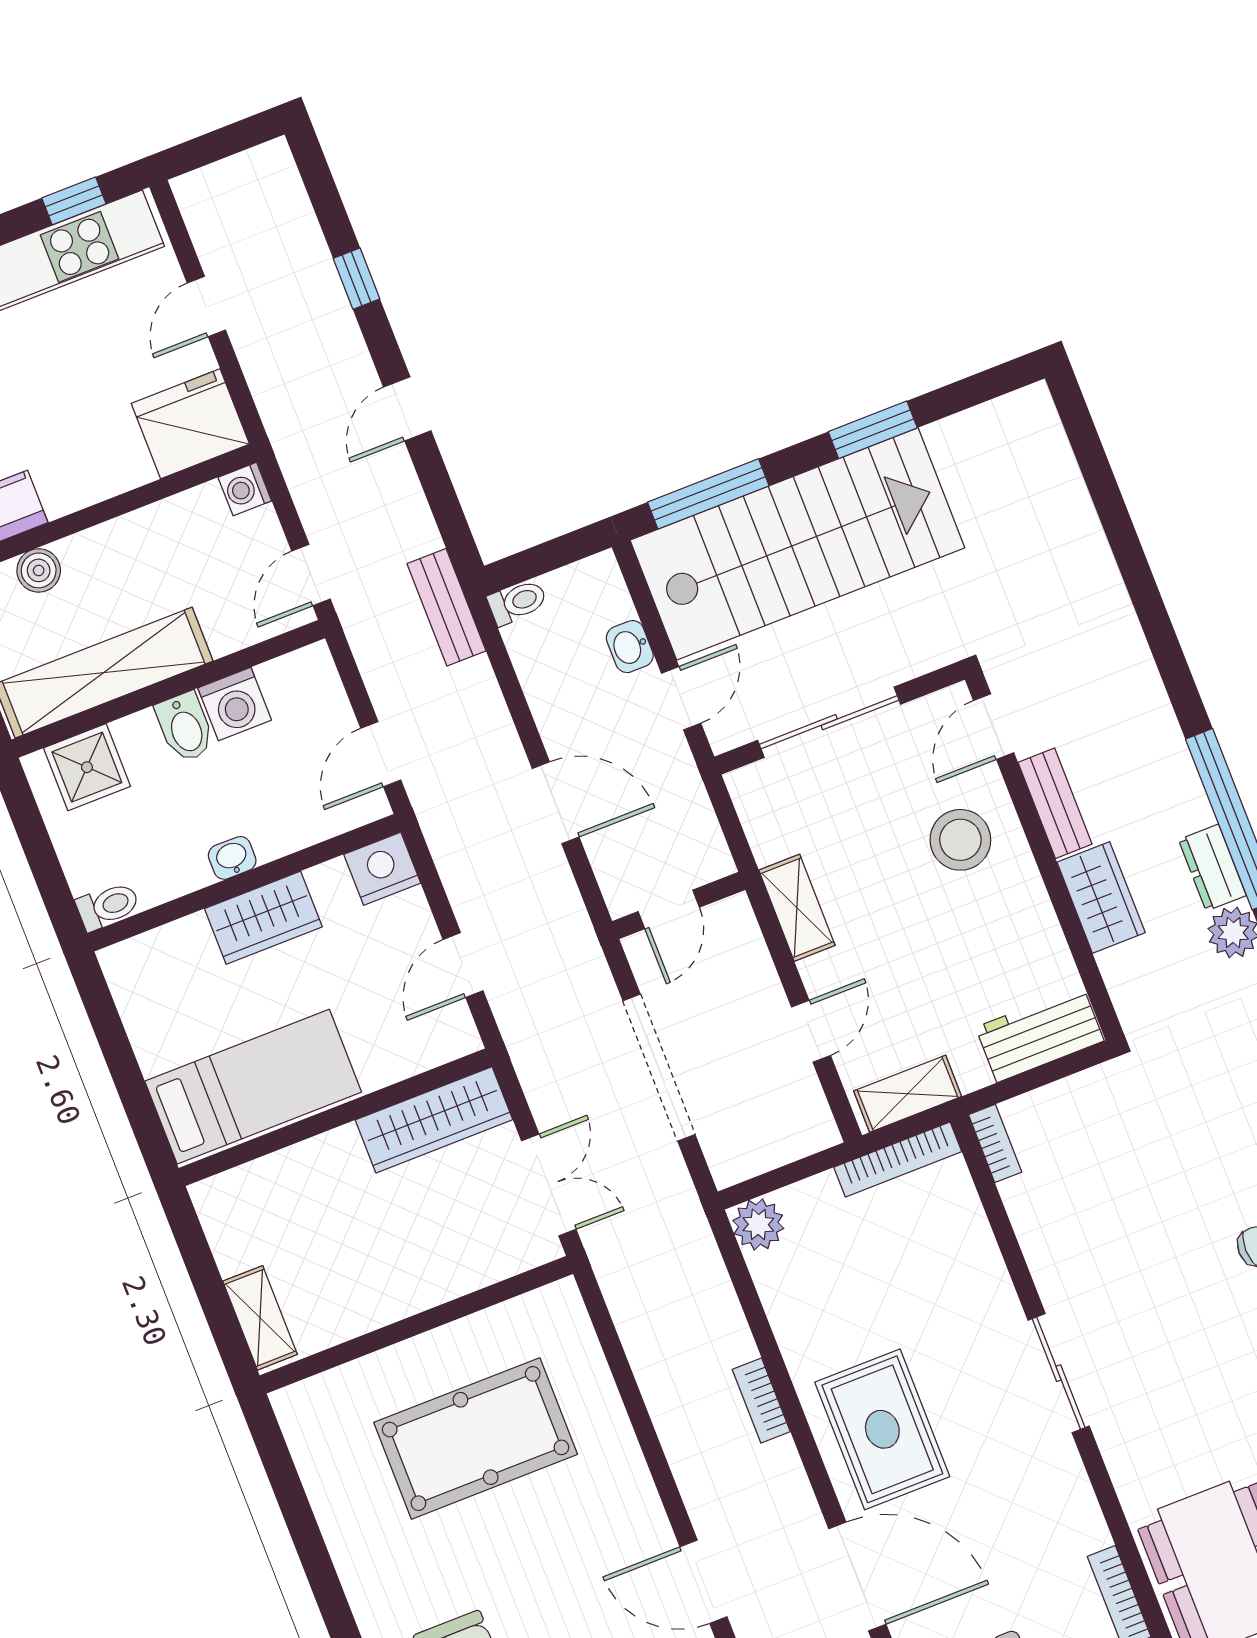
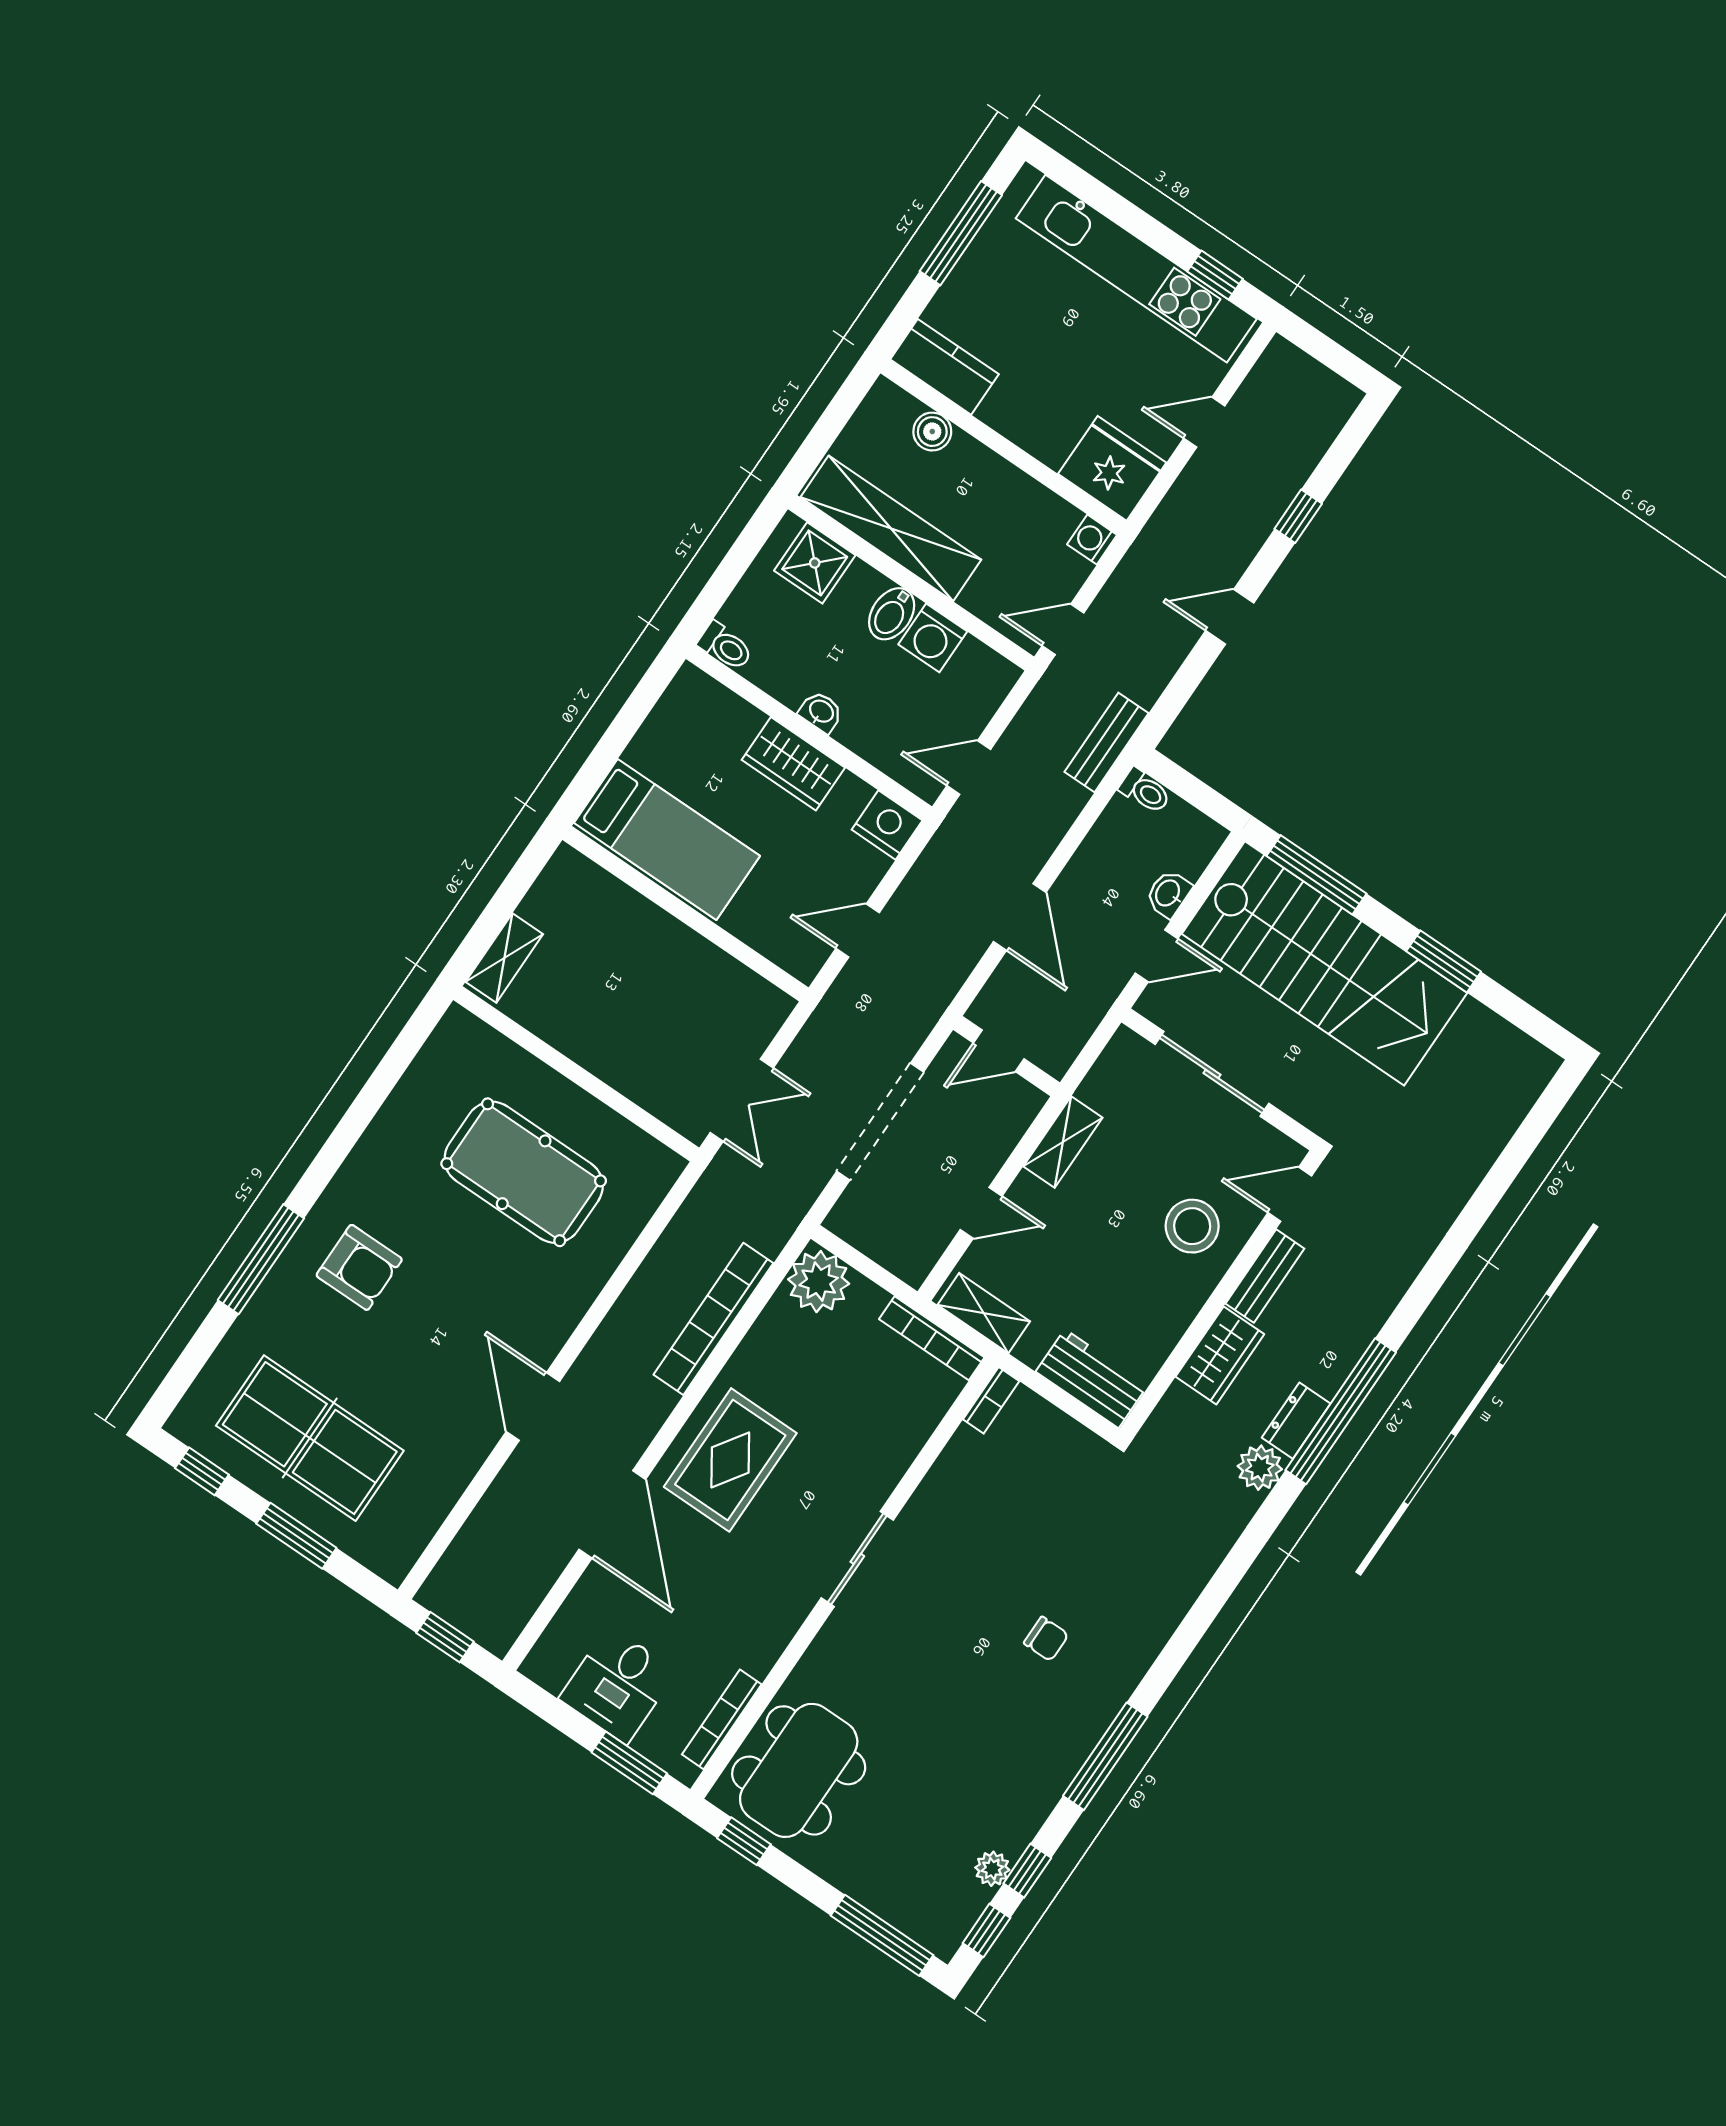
wardrobe: (434, 1120) -> (732, 986), removed
plant: (758, 1224) -> (819, 1282), width x1.36, depth x1.36
bookcase: (761, 1401) -> (713, 1319), width x2.31, depth x1.31

